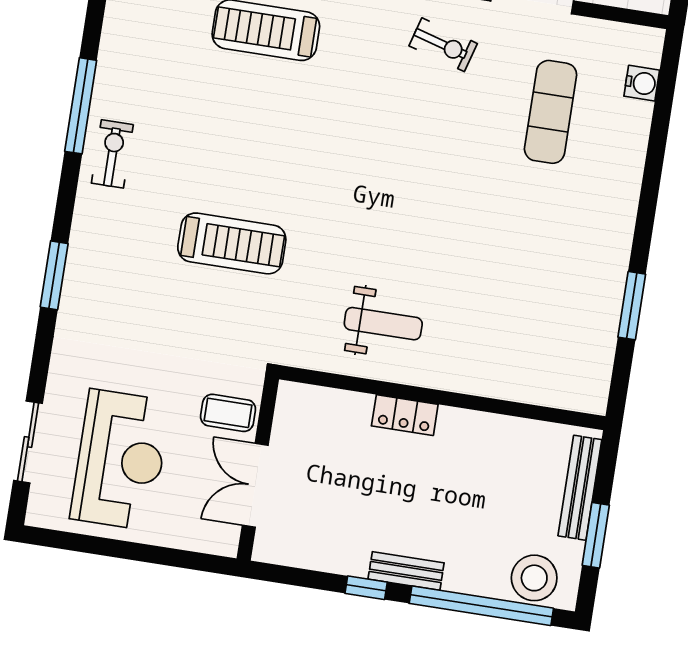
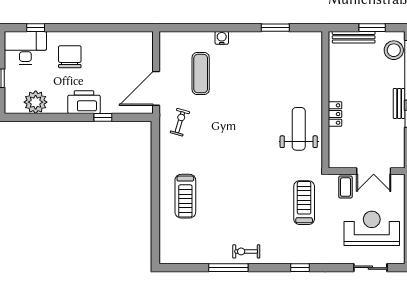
water cooler: (642, 83) -> (222, 38), moved
exercise mat: (551, 112) -> (201, 74), turned 90
treadmill: (232, 243) -> (304, 203), moved
window: (54, 275) -> (300, 268), width x0.67
weight bench: (383, 324) -> (299, 129), width x1.36, depth x1.33

